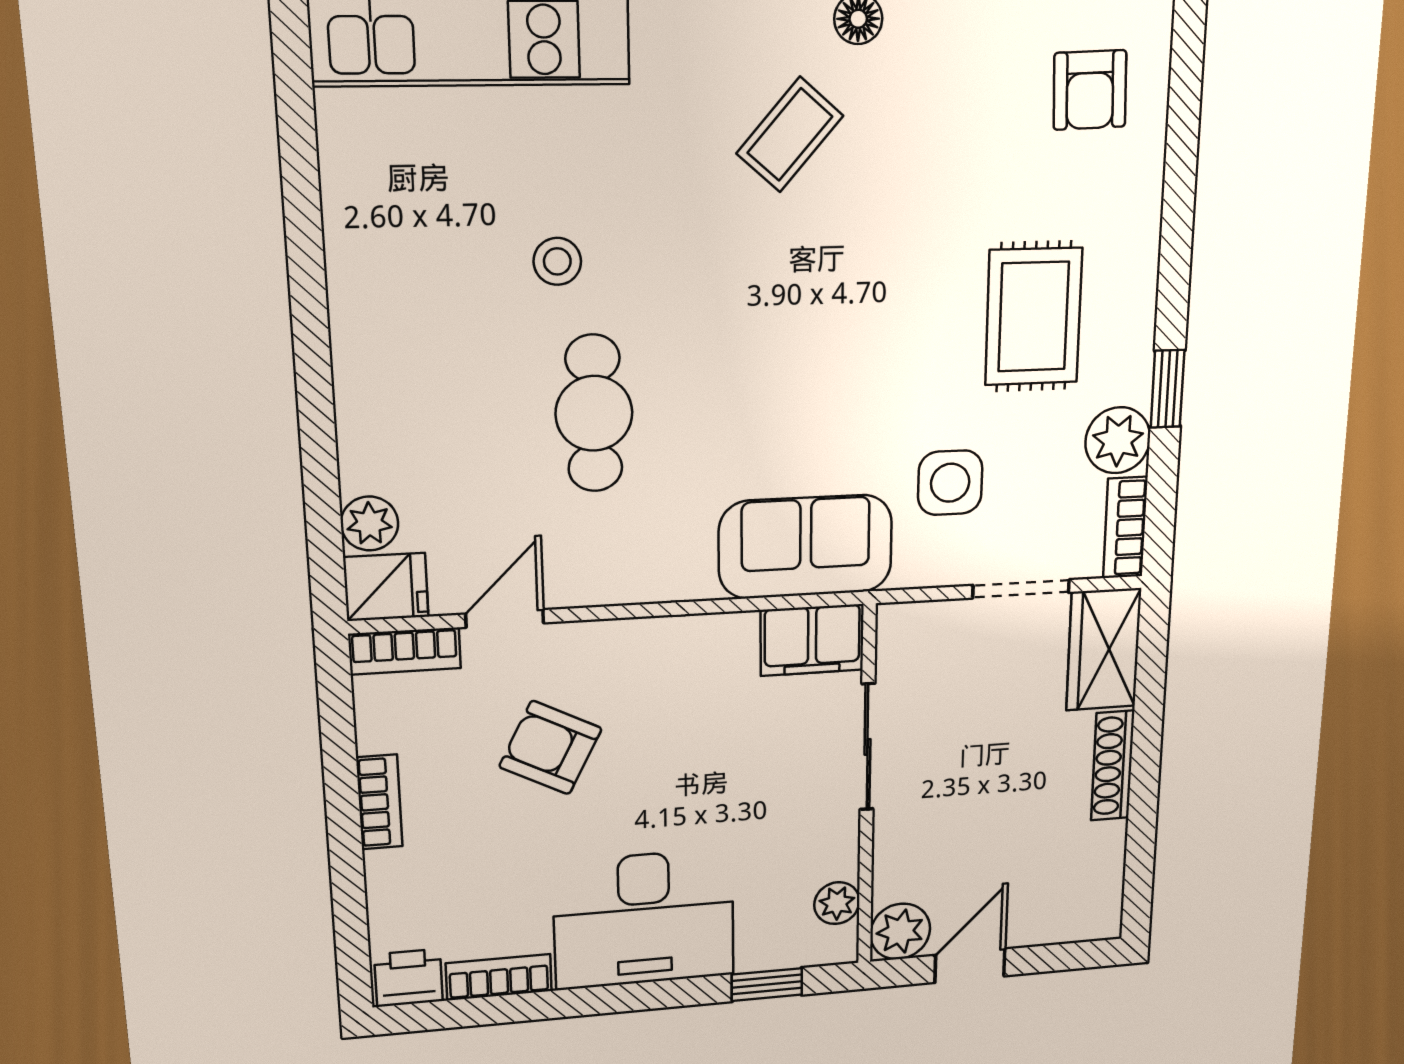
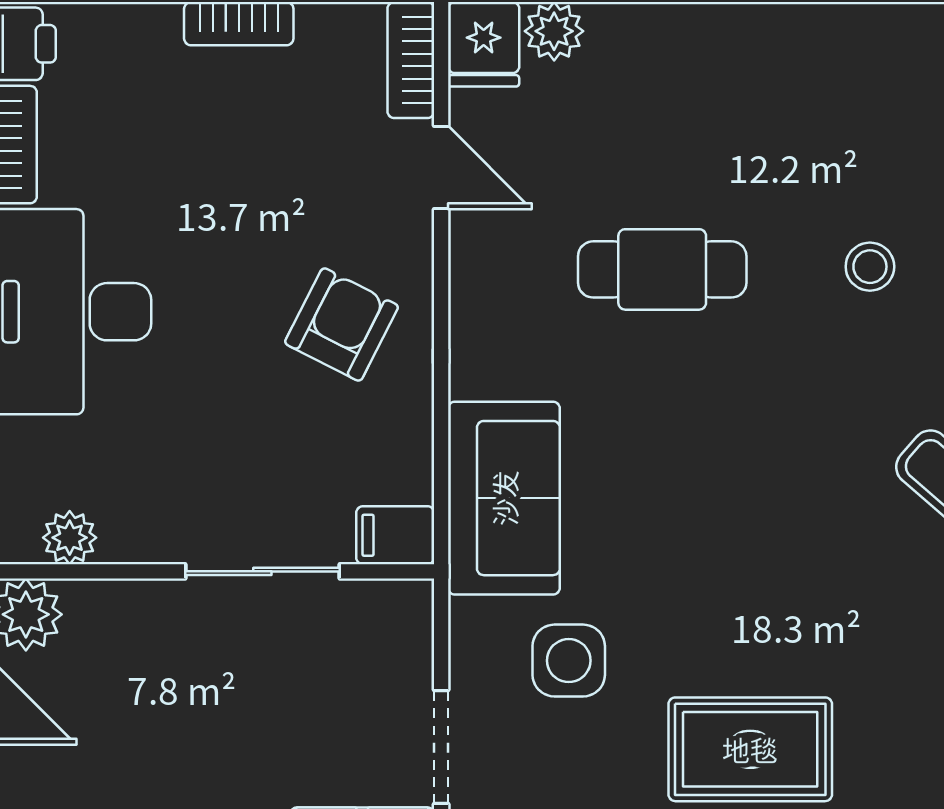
stool: (557, 261) -> (870, 267), moved
filing cabinet: (812, 640) -> (395, 535), width x0.50
armchair: (550, 748) -> (342, 325), moved

